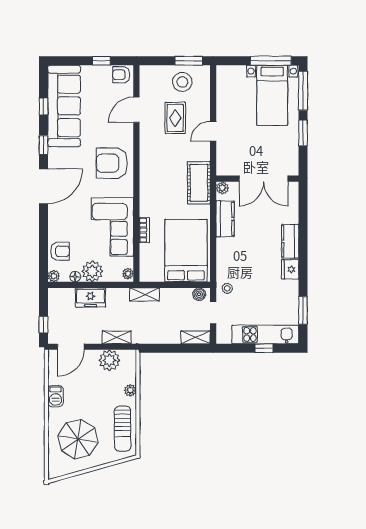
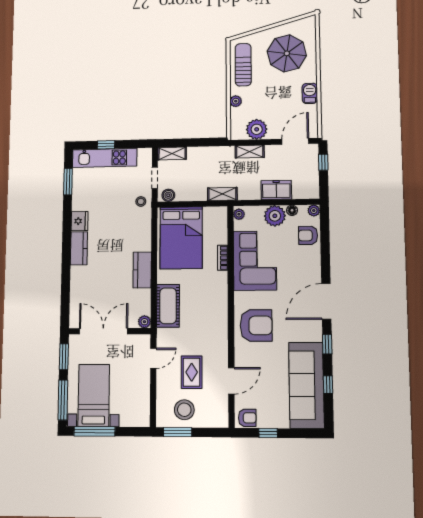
wall: (257, 179) -> (110, 331), moved
double door: (264, 179) -> (103, 331), moved
plant: (222, 188) -> (144, 322), moved

